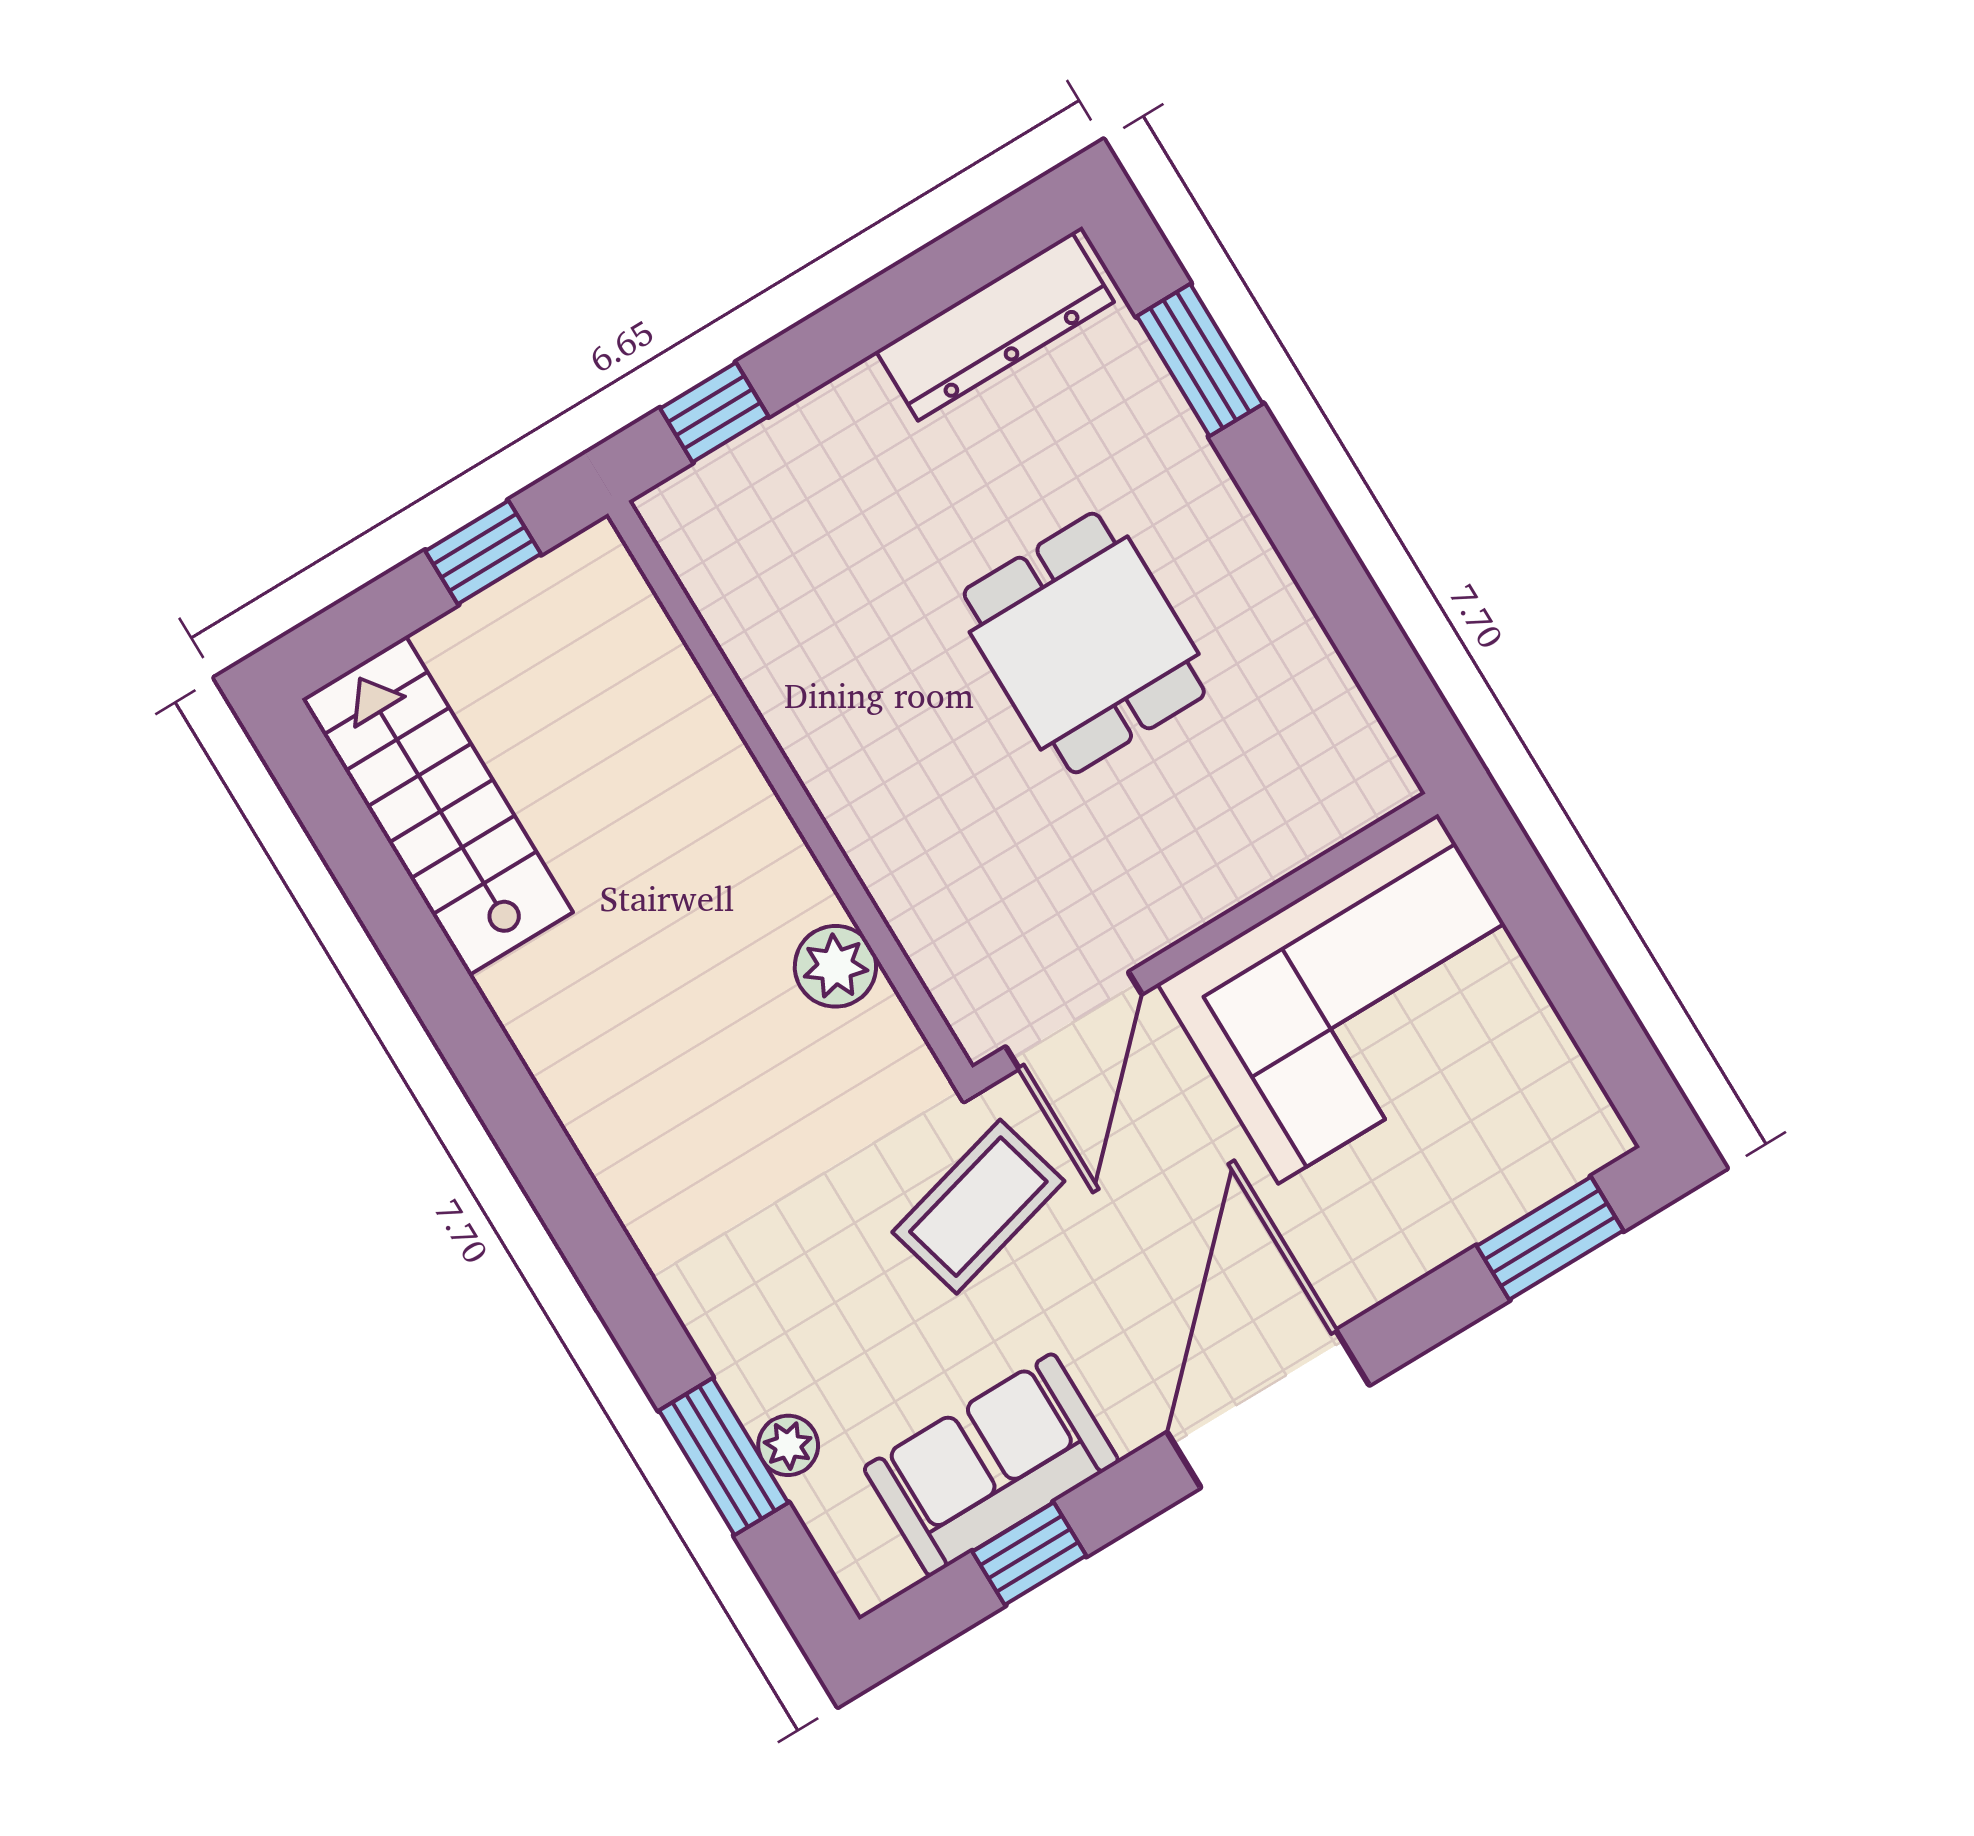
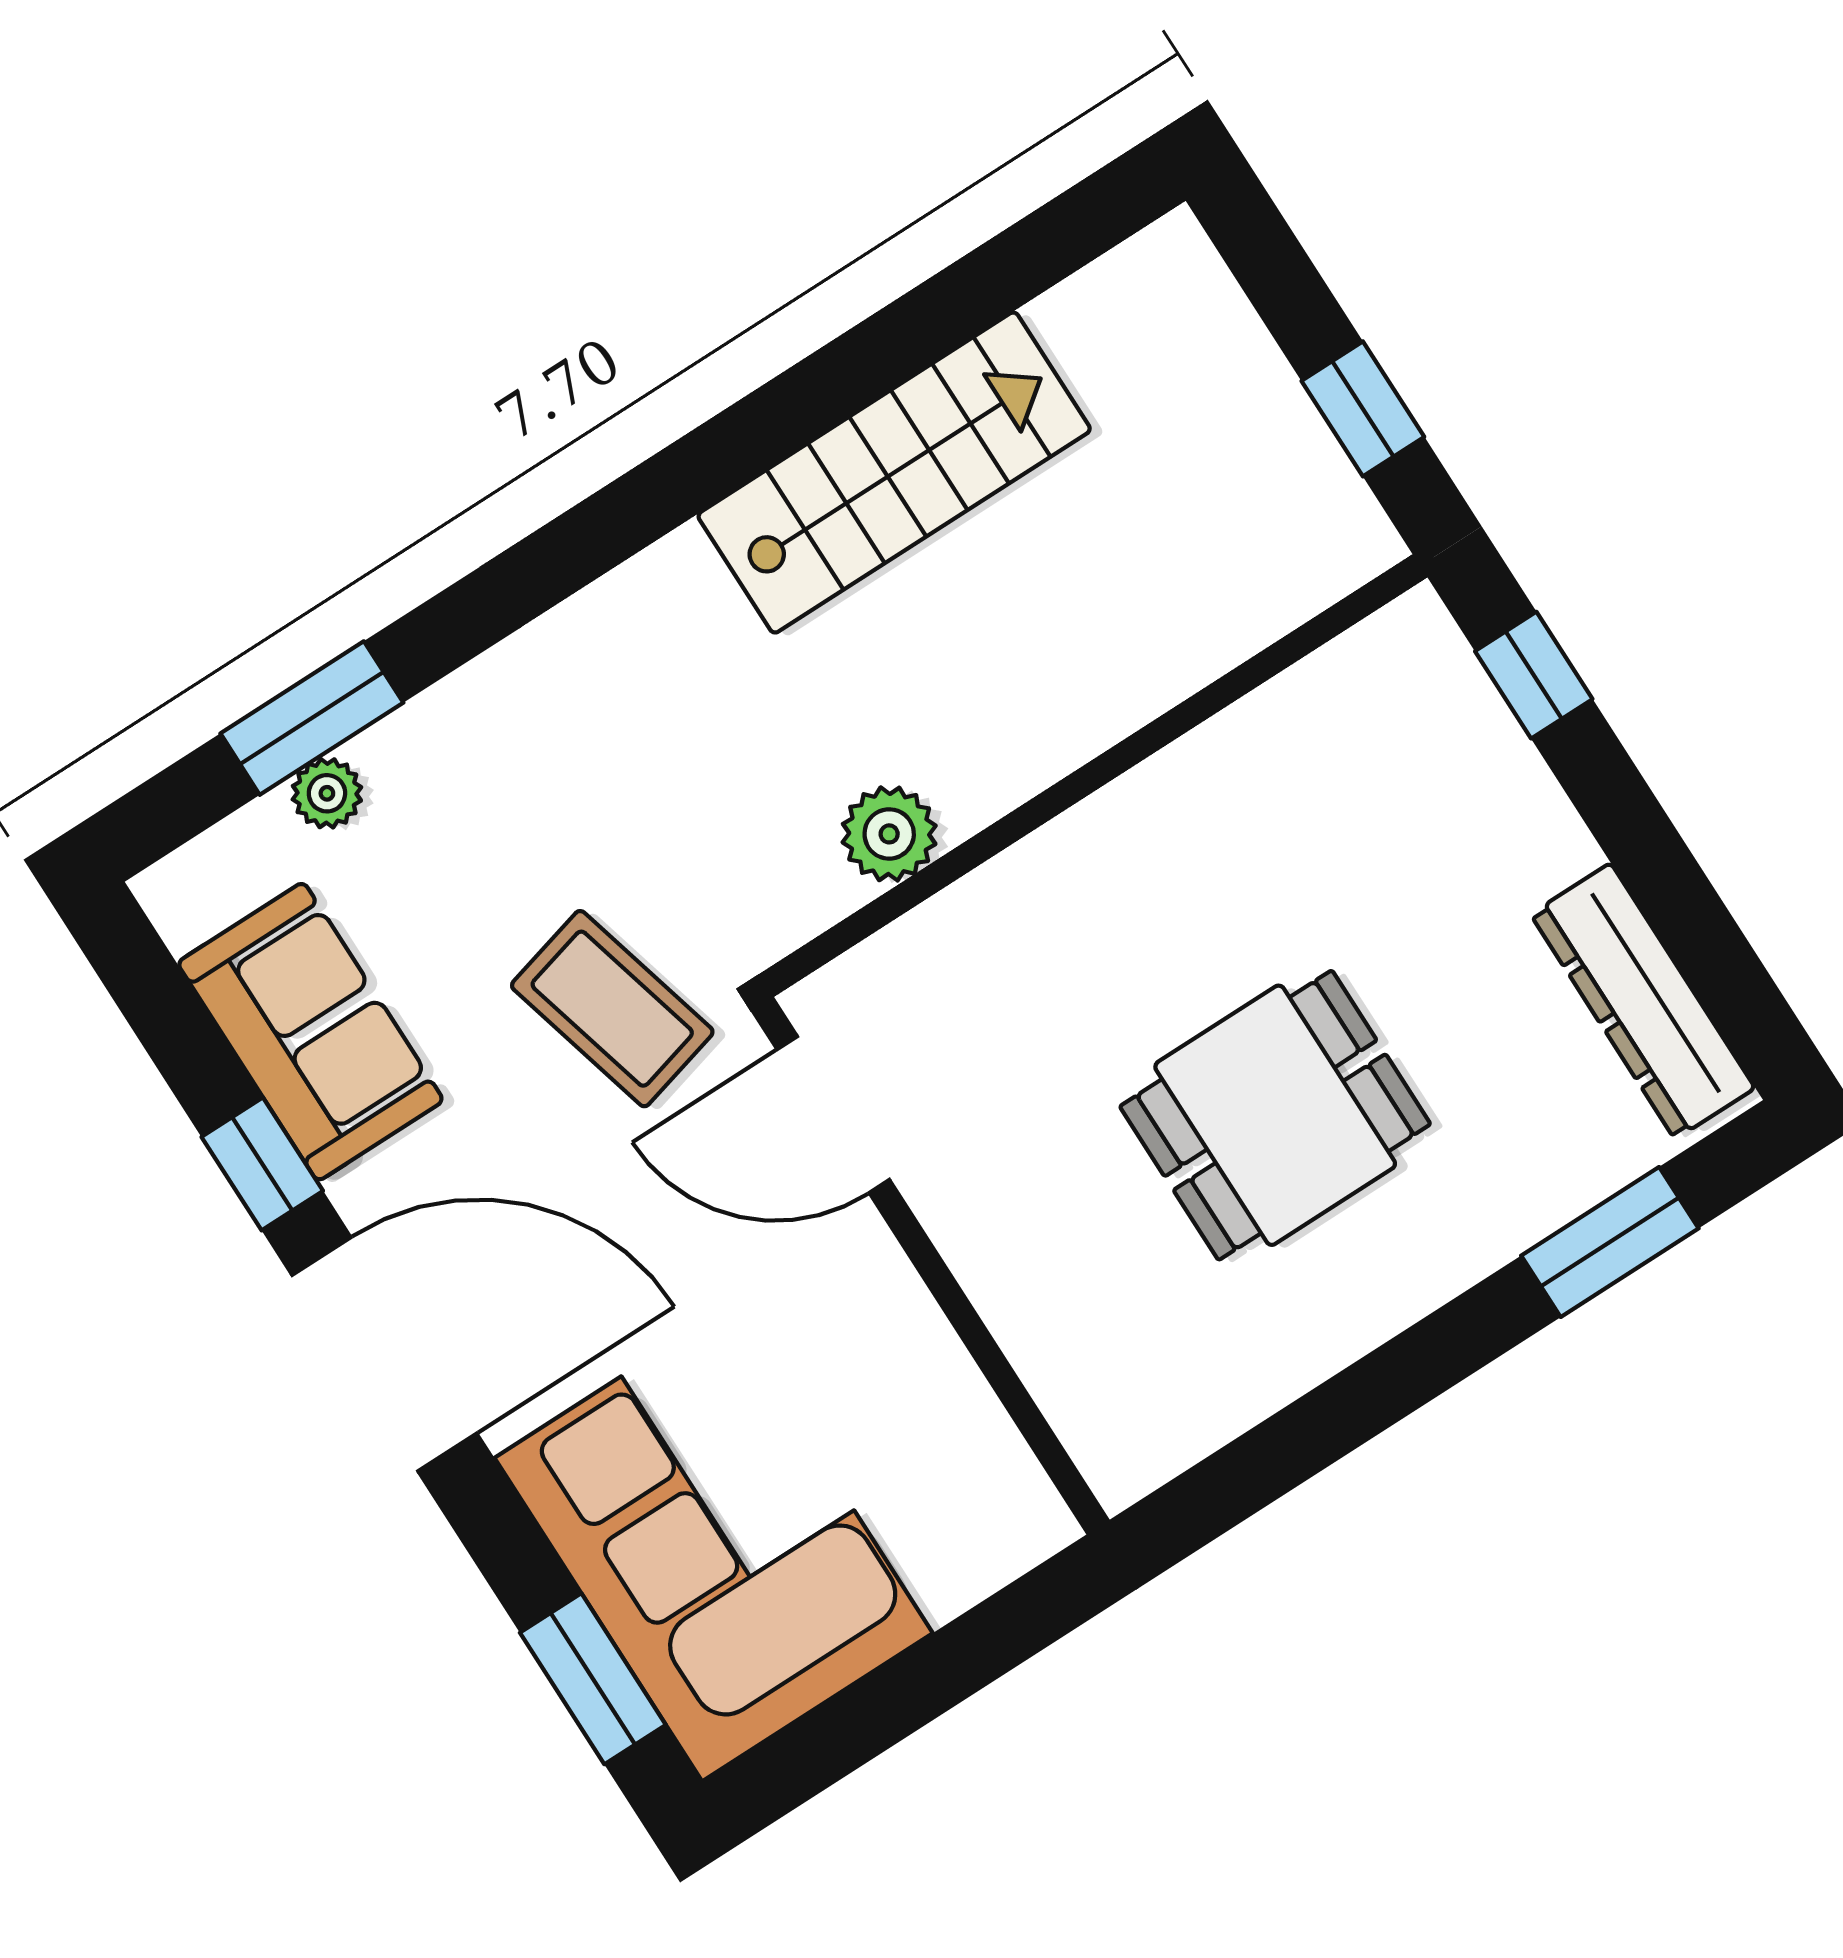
stairs: (437, 806) -> (894, 473), moved
corner sofa: (1358, 999) -> (714, 1545), moved, turned 180
window: (1029, 1554) -> (262, 1164), moved

